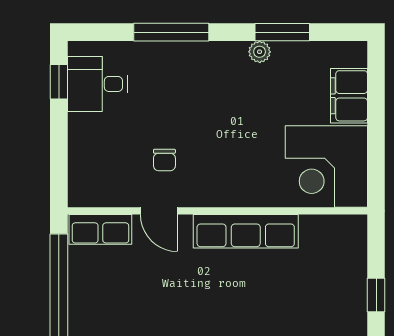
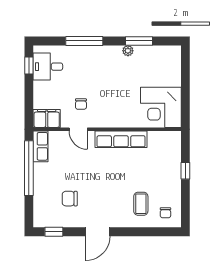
filing cabinet: (349, 96) -> (47, 118), moved, turned 90
row of seats: (100, 229) -> (41, 146), moved, turned -90

